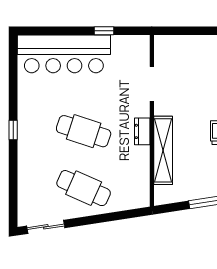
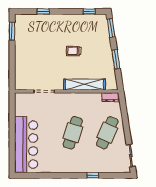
window: (104, 31) -> (12, 120), removed
window: (13, 130) -> (93, 175), moved
dresser: (142, 131) -> (110, 97), moved

